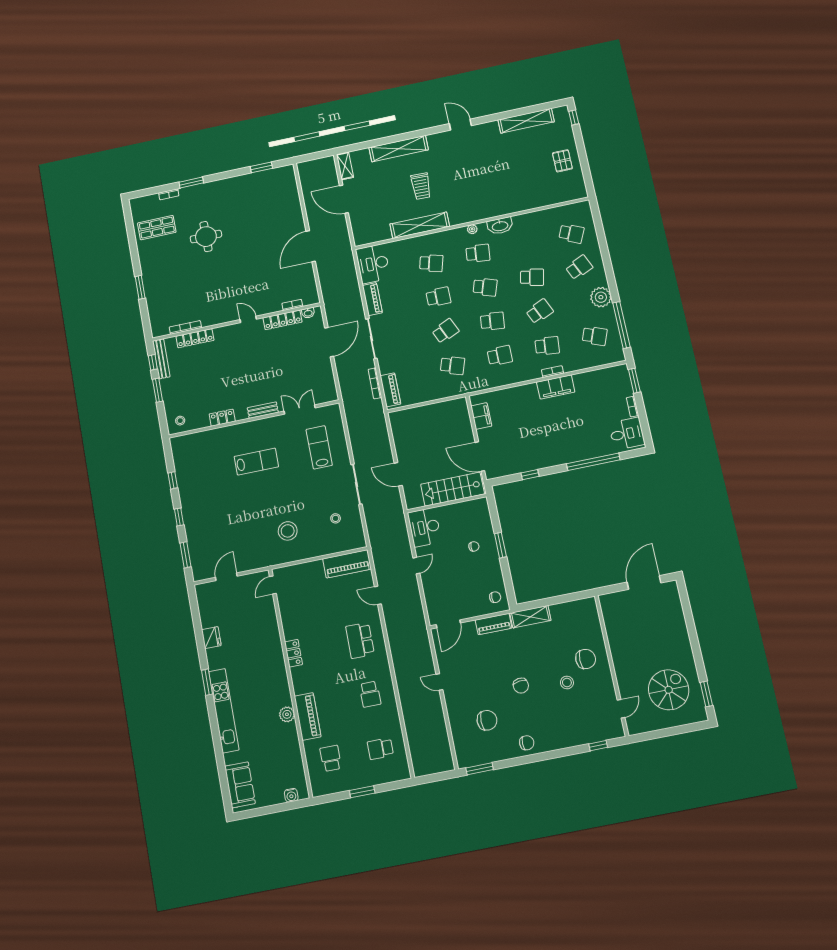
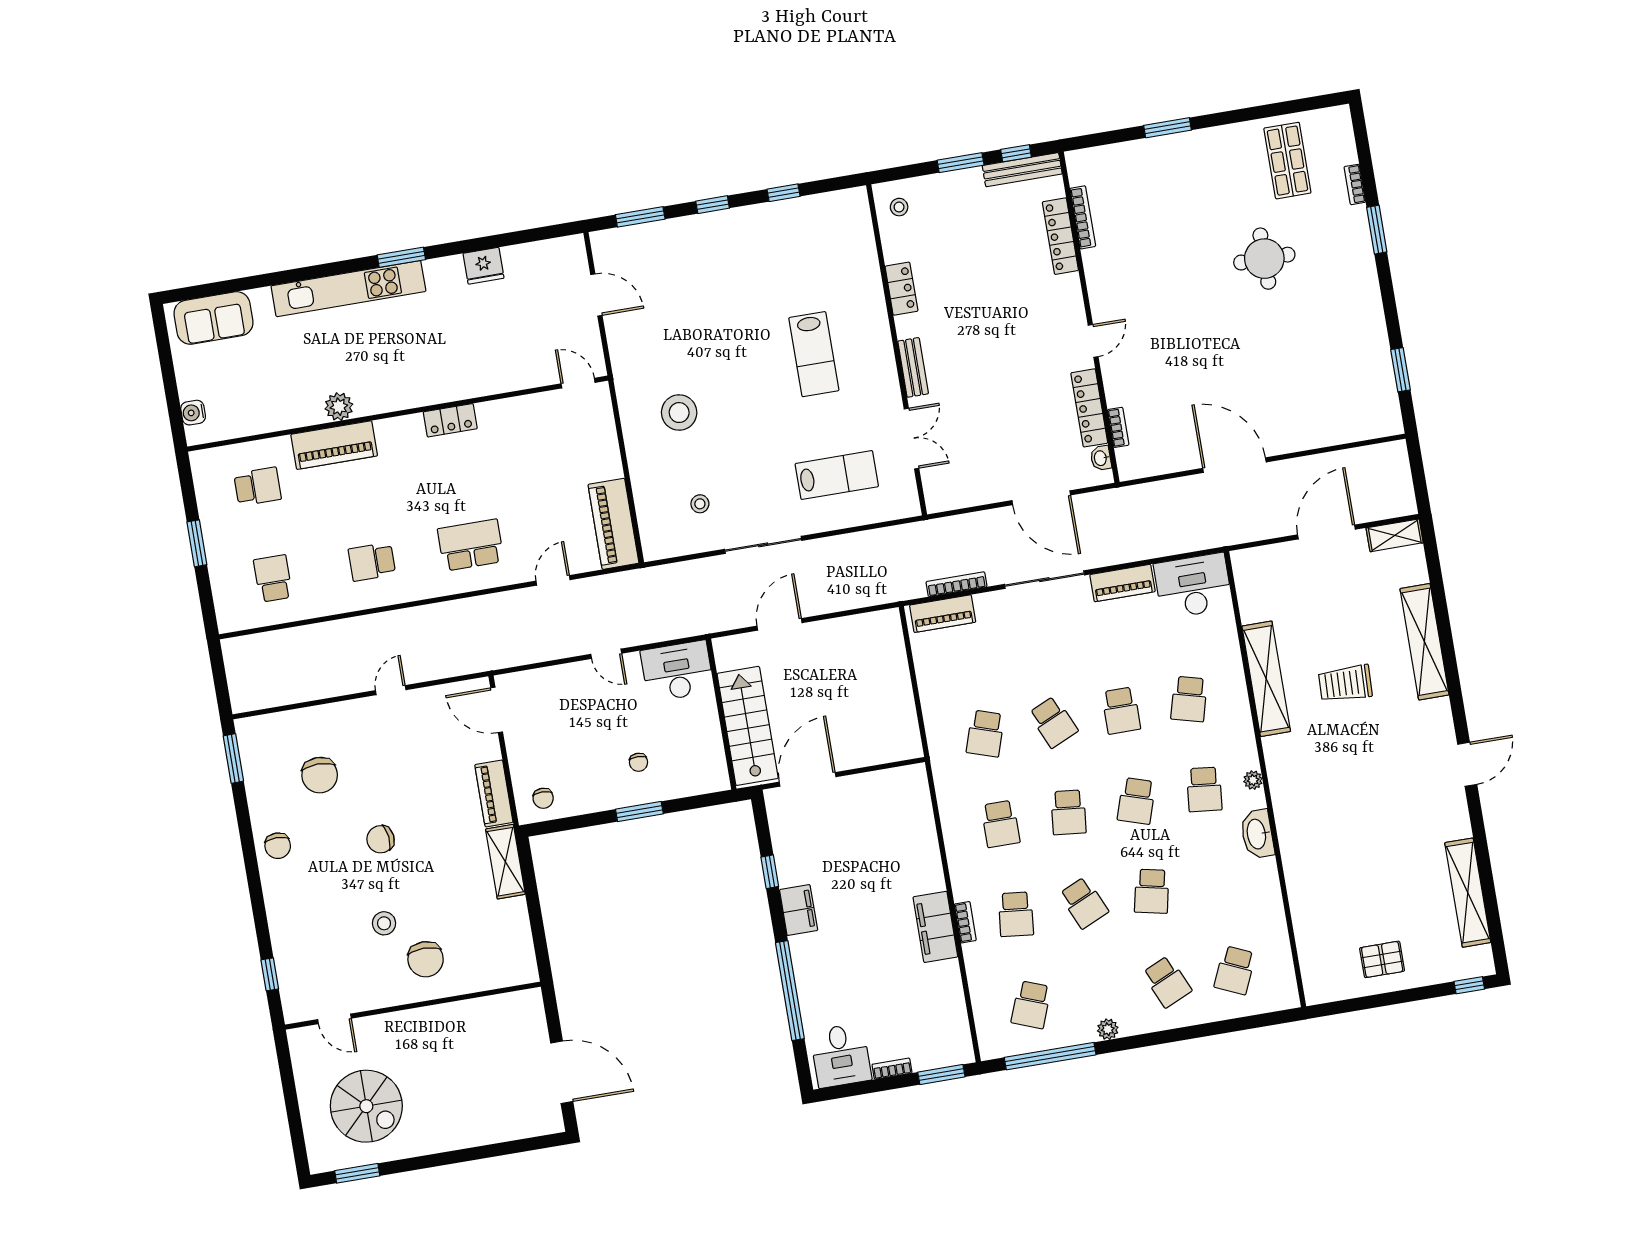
plant: (601, 297) -> (1108, 1029), width x0.53, depth x0.53
filing cabinet: (481, 416) -> (799, 910), moved, turned -90

